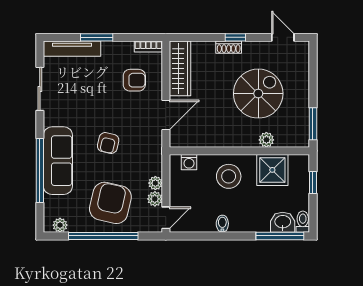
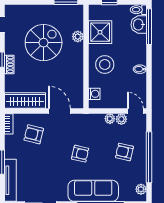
armchair: (134, 80) -> (34, 134), turned -76
spiral stairs: (258, 94) -> (44, 43), turned 90
armchair: (110, 203) -> (124, 152), width x0.53, depth x0.53

